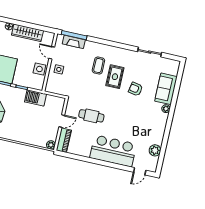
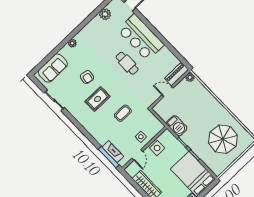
coffee table: (98, 66) -> (123, 113), moved
sofa: (166, 89) -> (53, 68), moved
cafe table: (91, 116) -> (127, 63), moved

